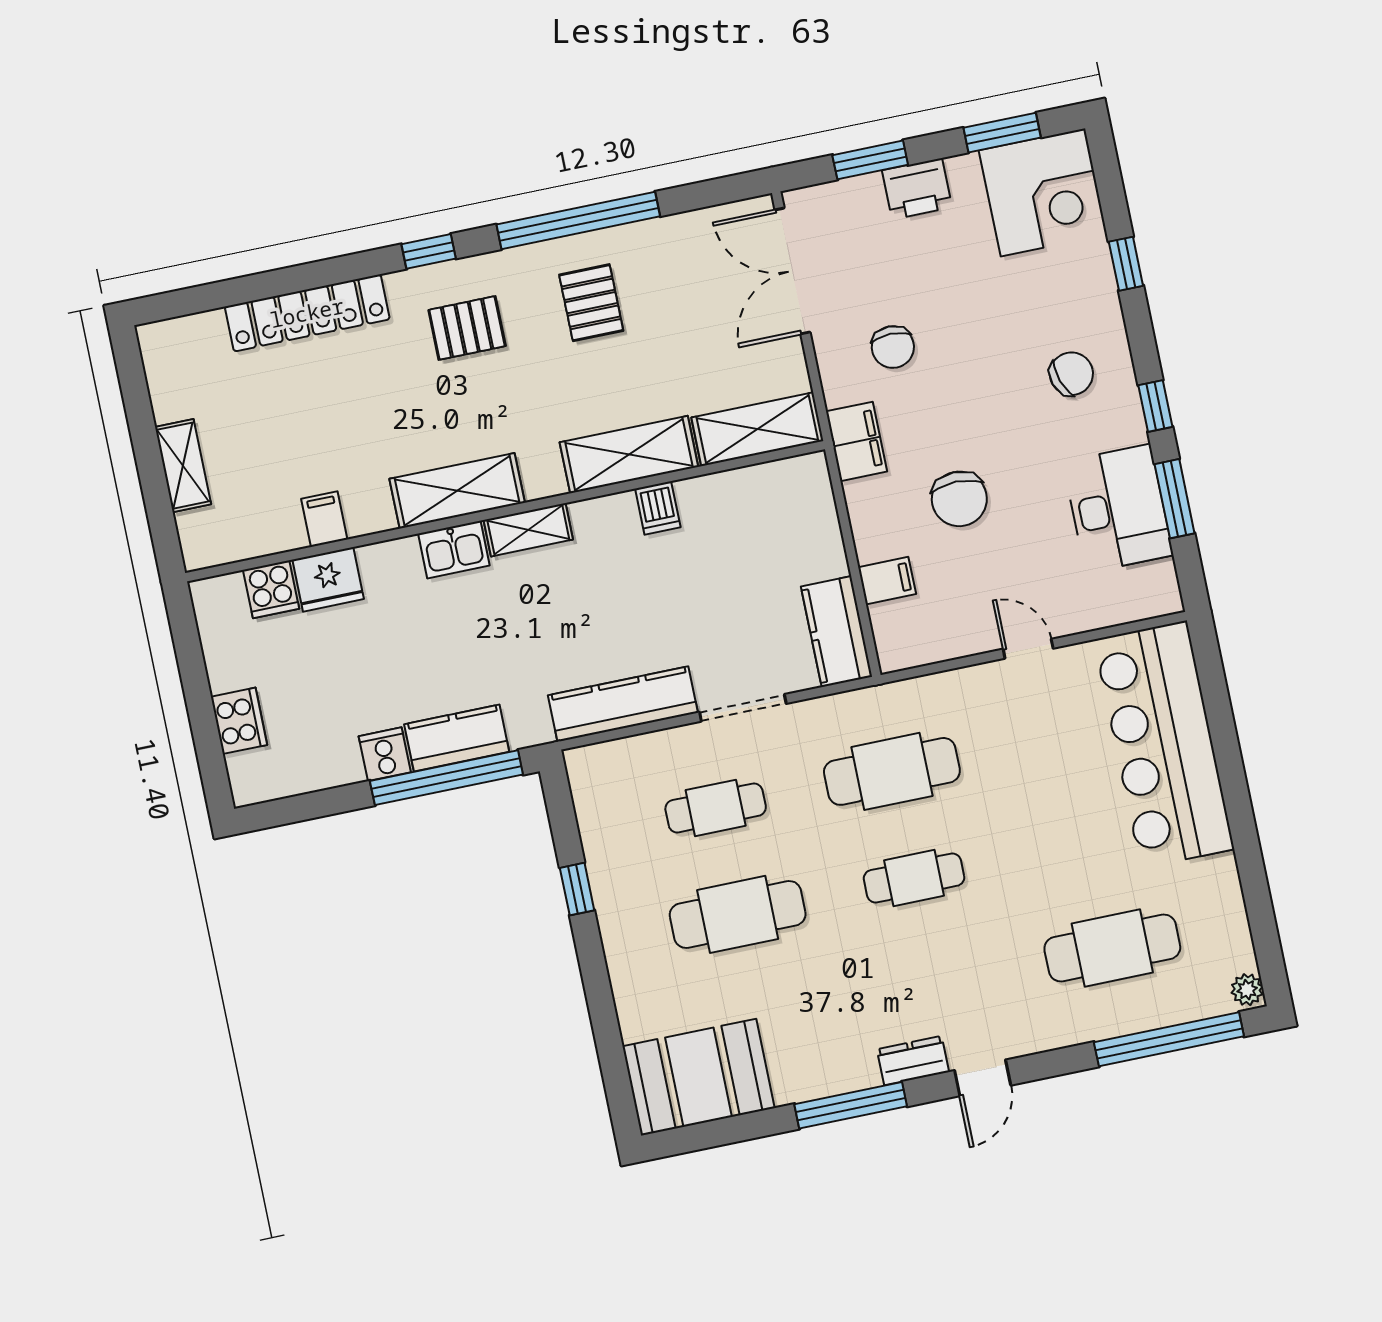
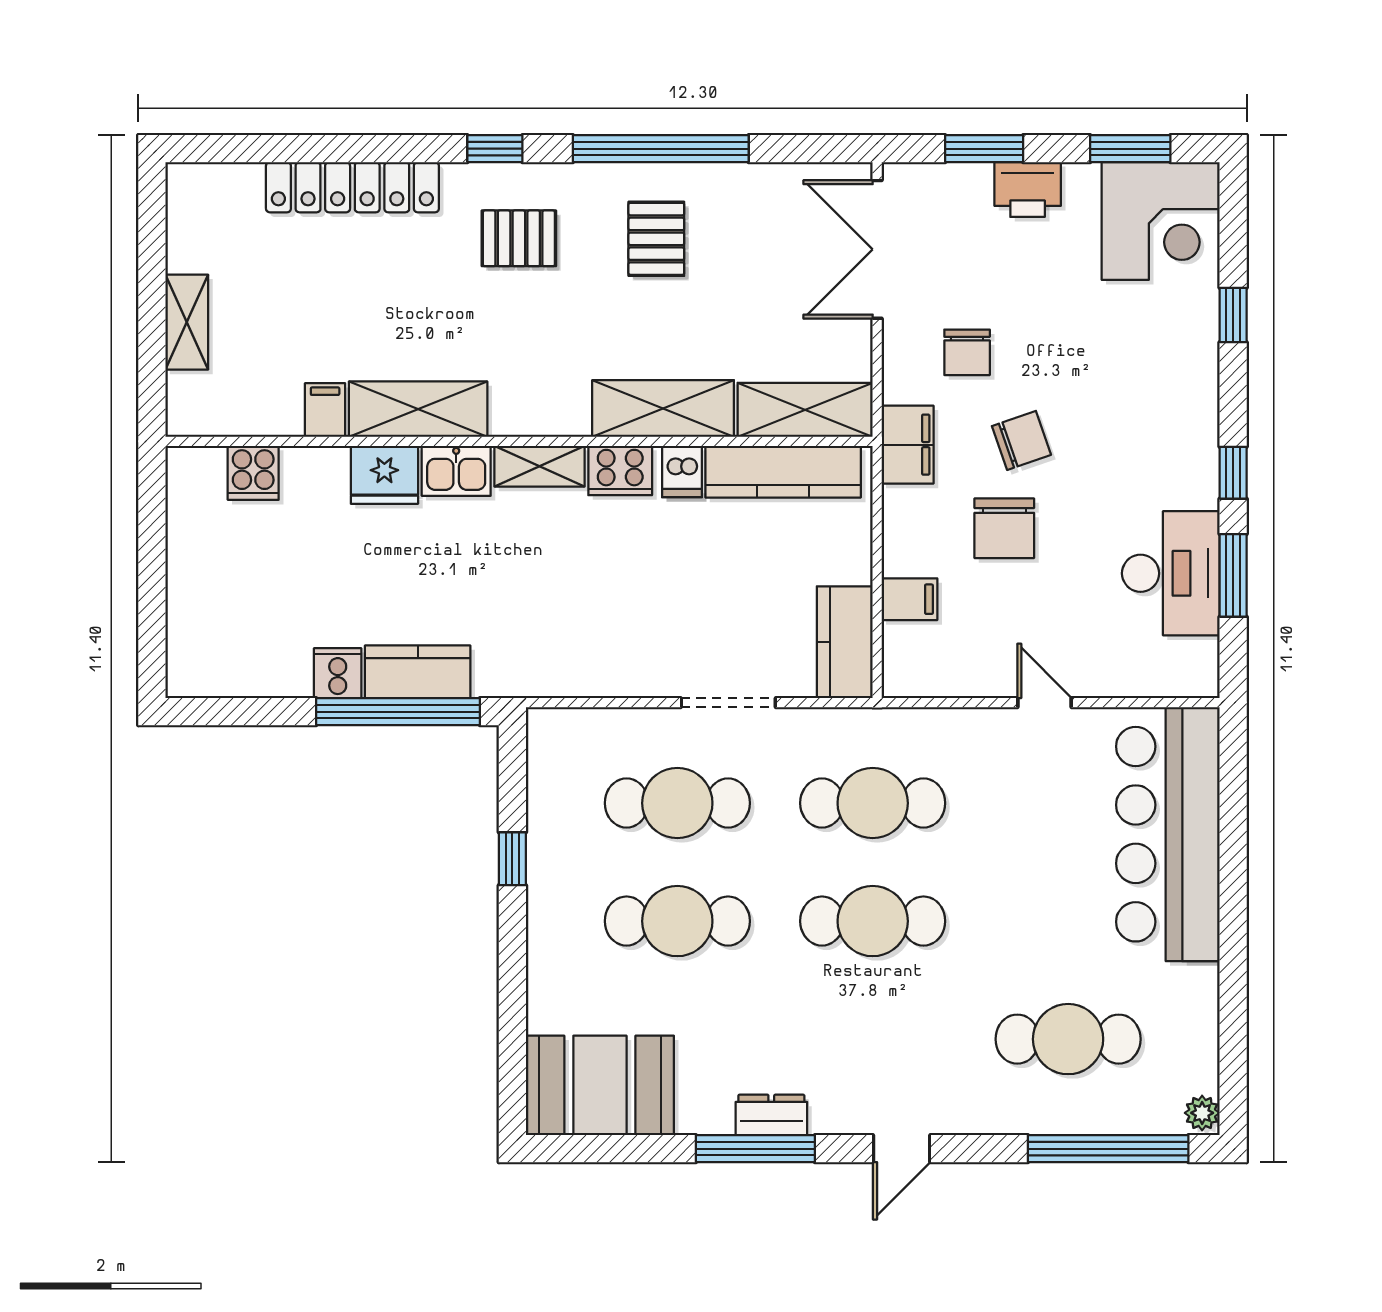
chair: (1071, 374) -> (1021, 440), moved
shelving: (457, 491) -> (418, 409), moved
fridge: (328, 579) -> (384, 475), moved
kitchen counter: (623, 704) -> (783, 472), moved, turned 180
cooker: (239, 721) -> (620, 470), moved, turned 90
cafe table: (716, 808) -> (677, 803), width x1.37, depth x1.35
cafe table: (914, 878) -> (873, 921), width x1.37, depth x1.35
dresser: (913, 1061) -> (771, 1115), moved

